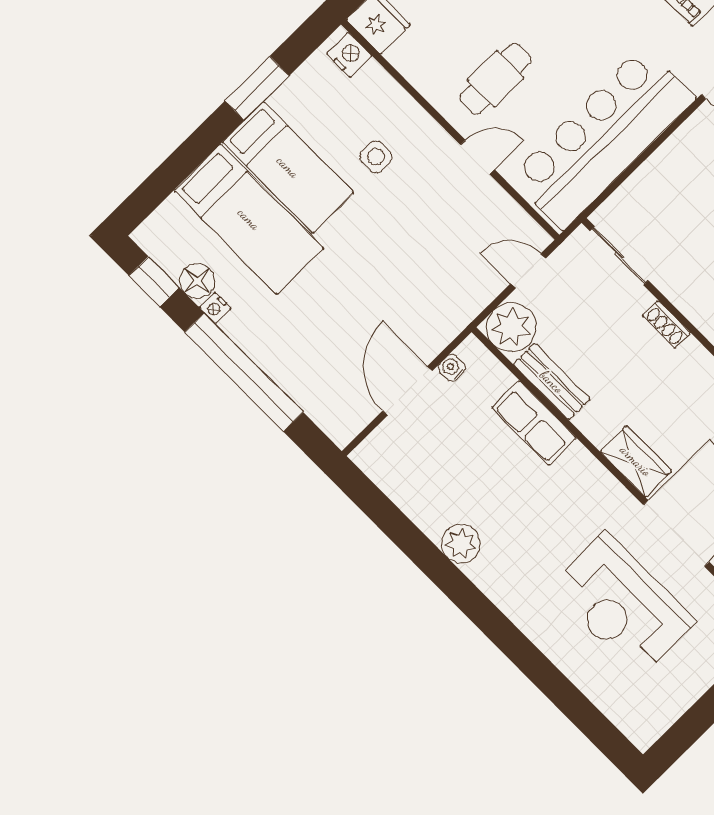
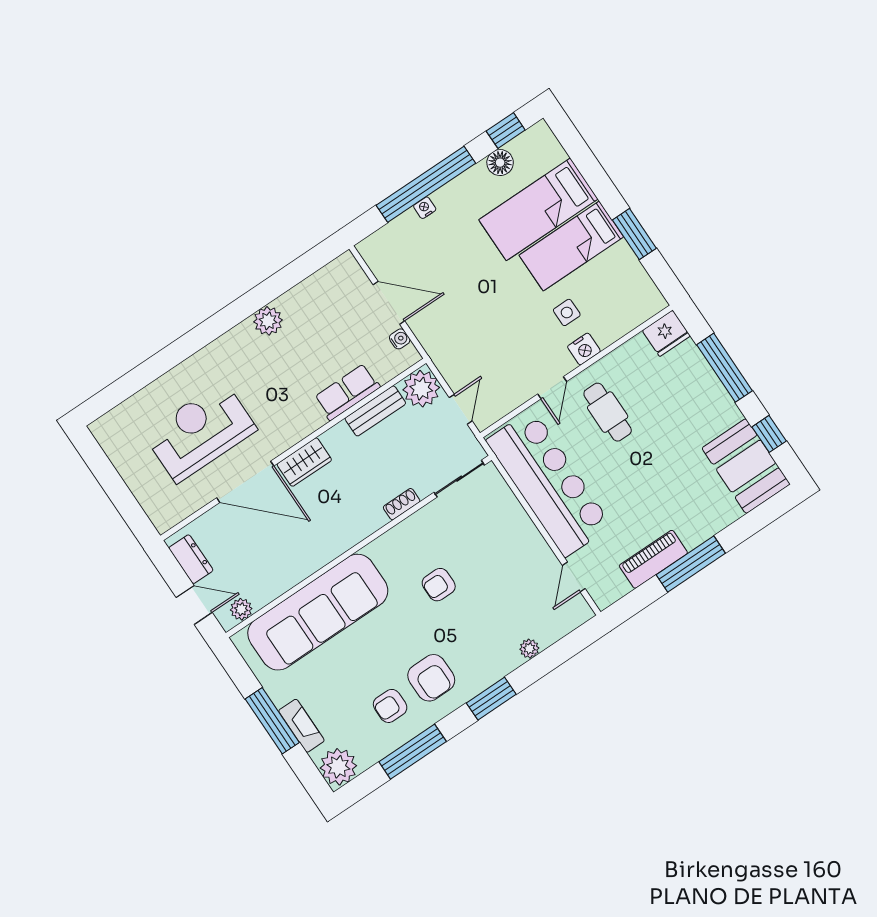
nightstand: (349, 55) -> (584, 349), moved
nightstand: (215, 308) -> (425, 208), moved

